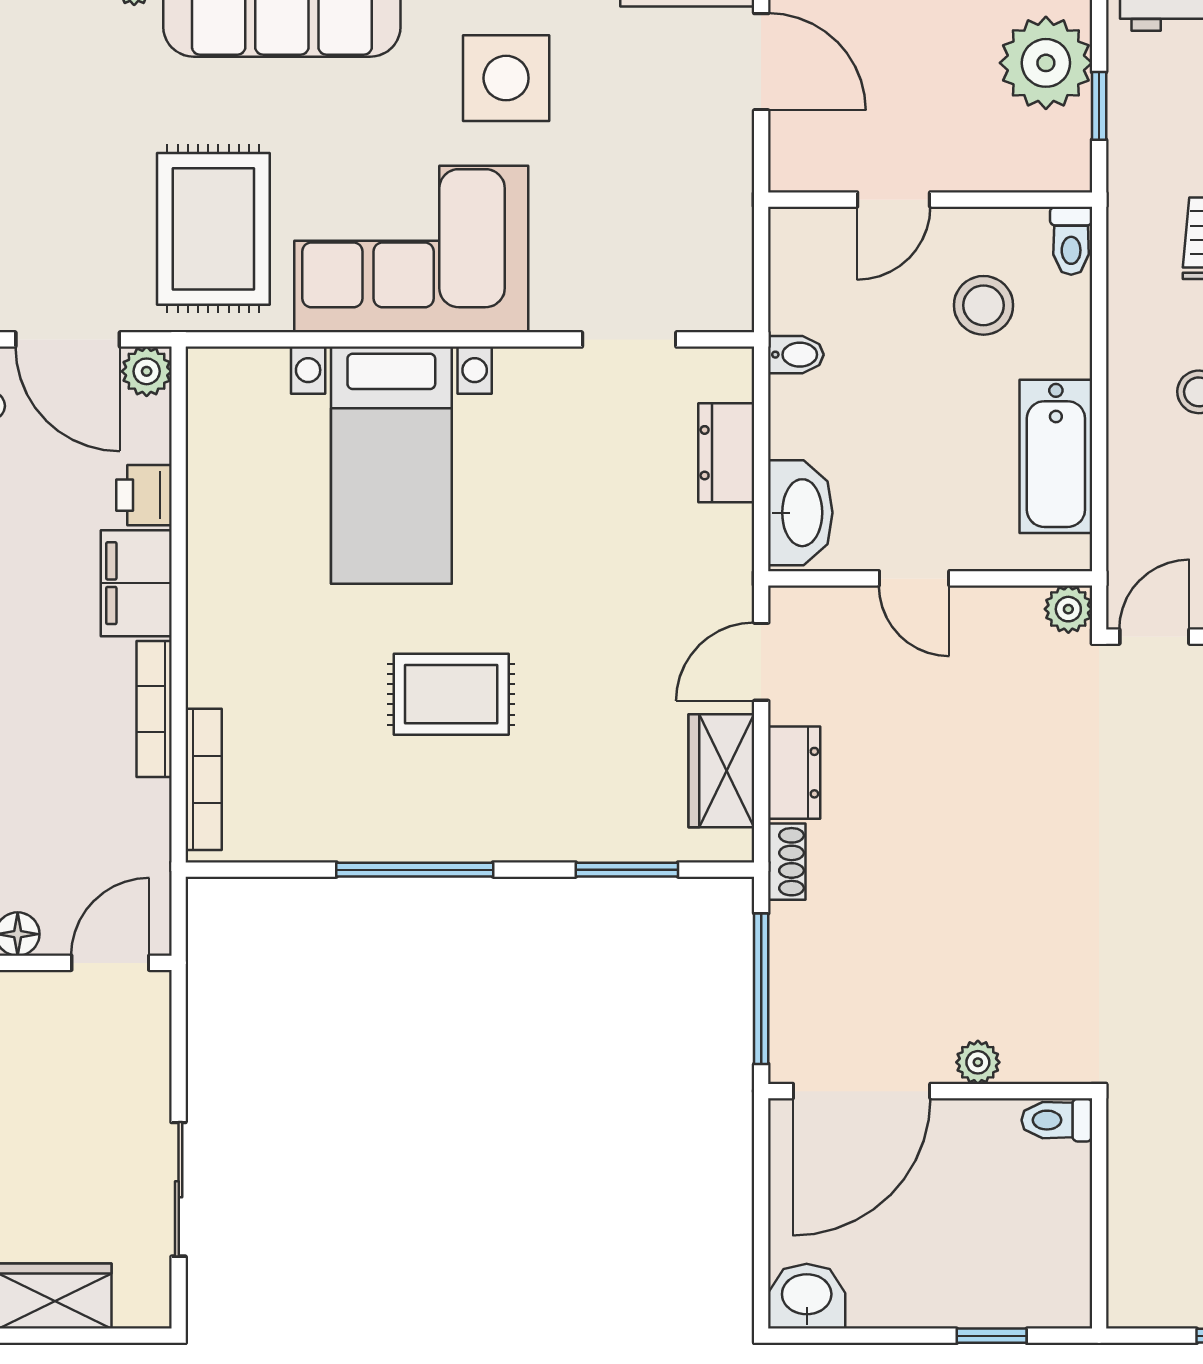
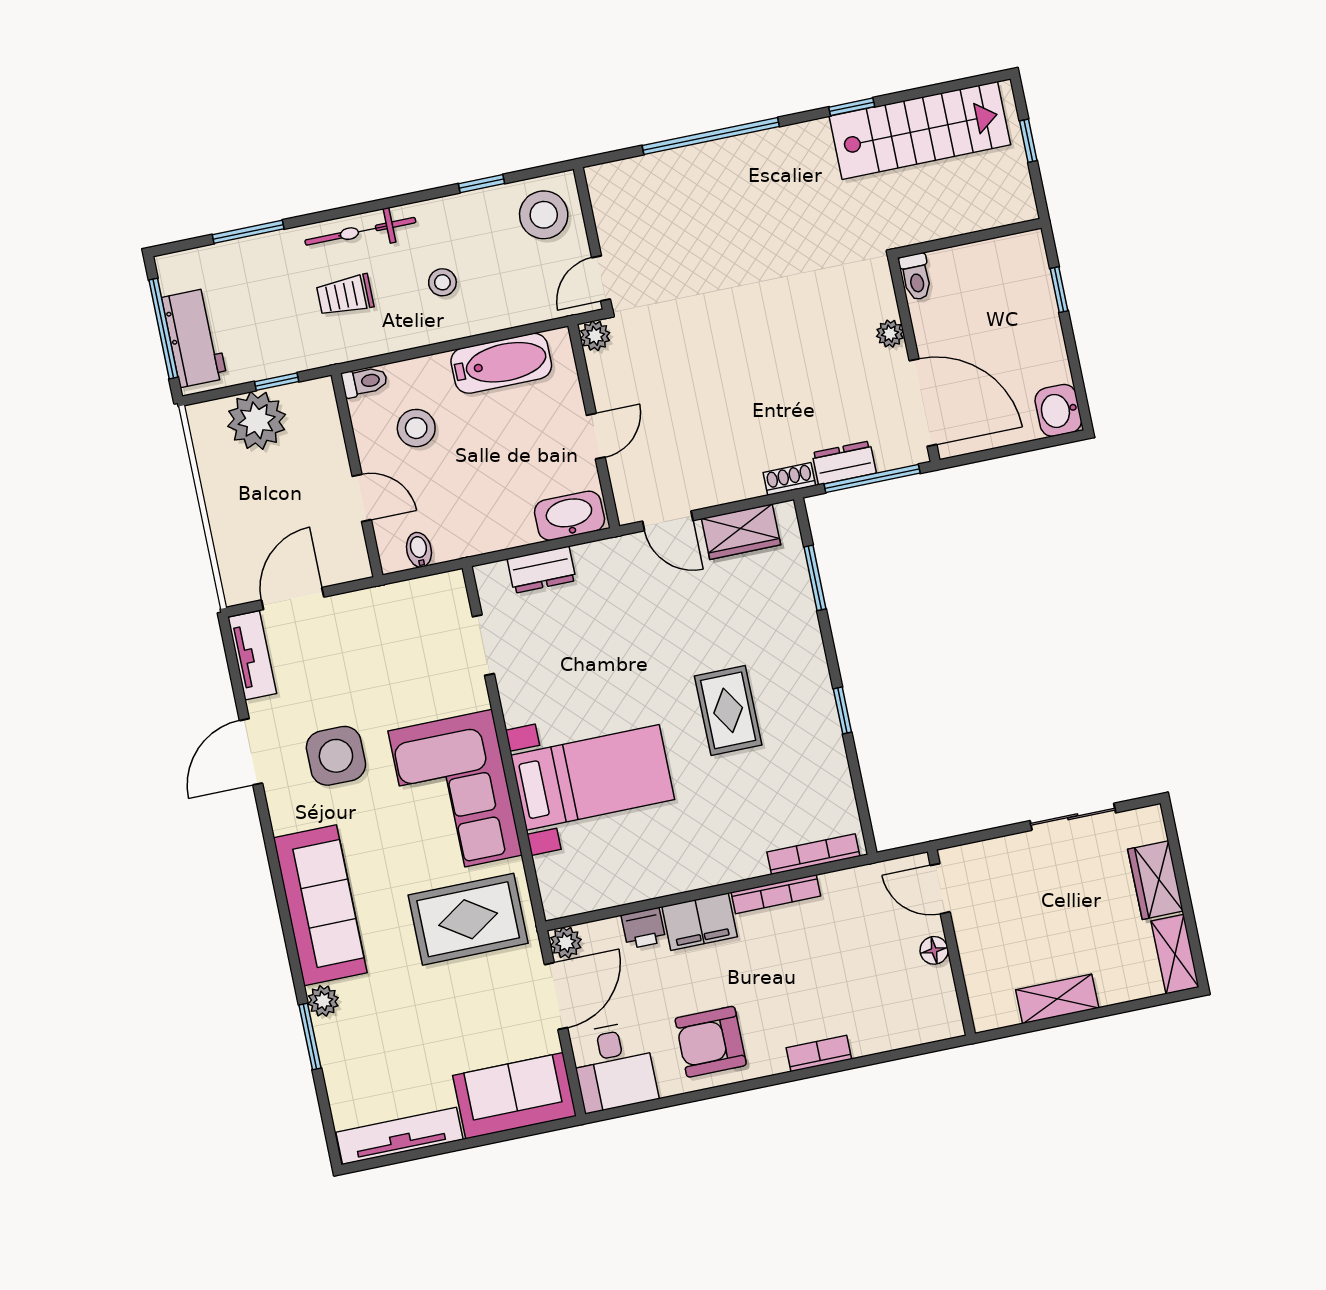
bidet: (796, 355) -> (419, 550), moved
door: (1154, 637) -> (601, 278), hinge flipped
dresser: (794, 773) -> (844, 463), moved
window: (415, 870) -> (842, 710), width x0.46

